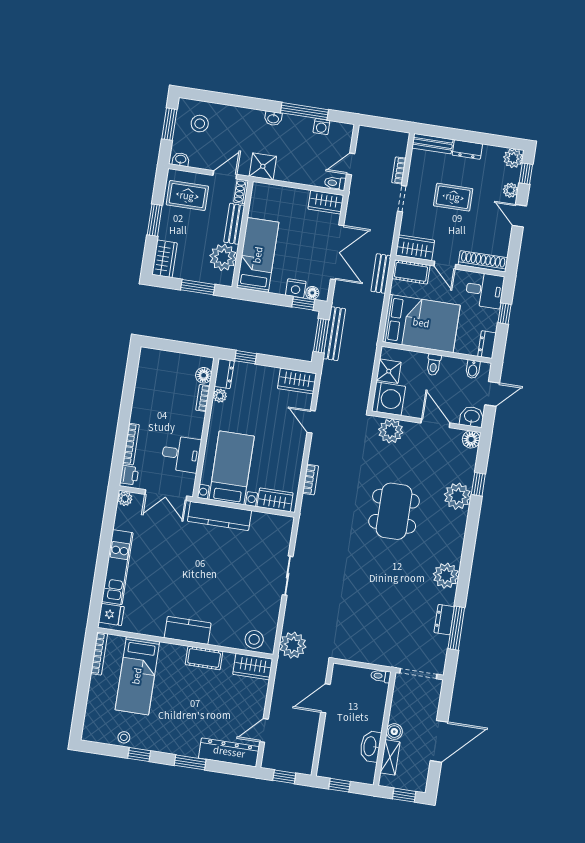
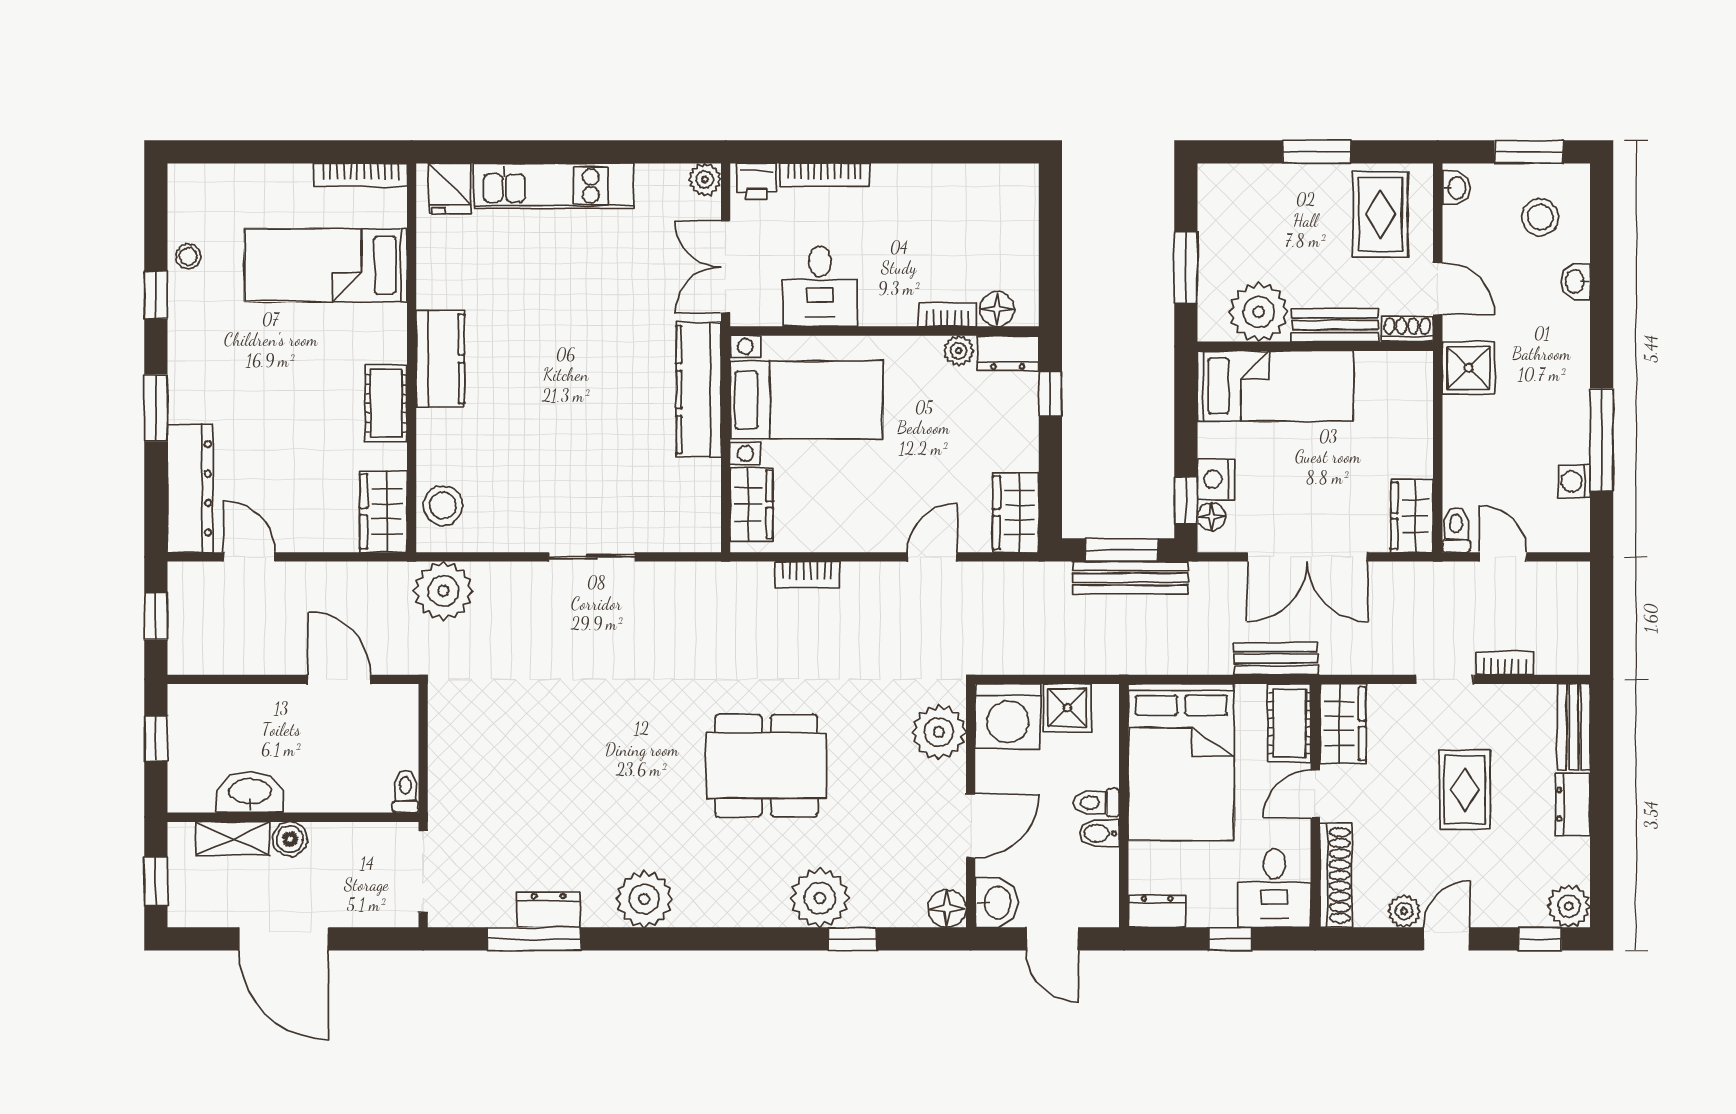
washbasin: (273, 118) -> (1576, 282), moved
plant: (510, 190) -> (1404, 911), moved
wardrobe: (164, 259) -> (1236, 186), removed
bidet: (473, 369) -> (1099, 833), moved

